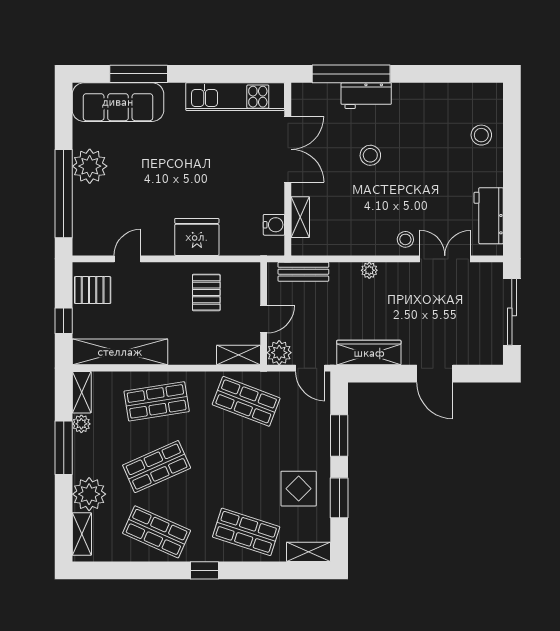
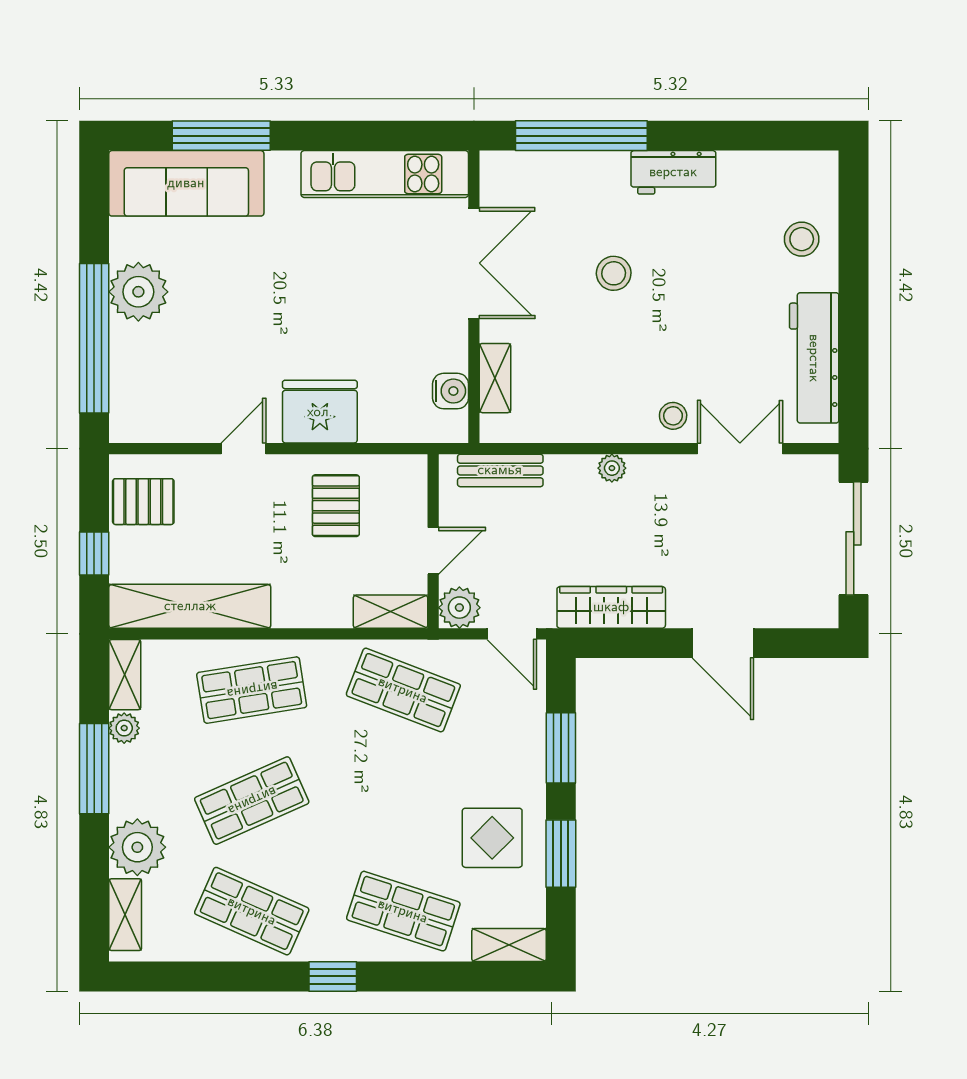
workbench: (366, 96) -> (673, 172), moved
workbench: (489, 216) -> (814, 358), width x1.38
door: (127, 259) -> (244, 449), moved

